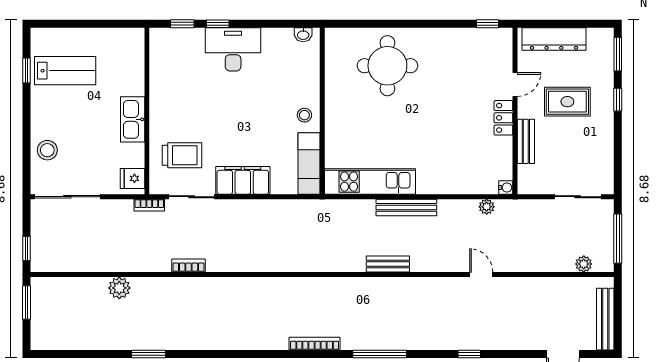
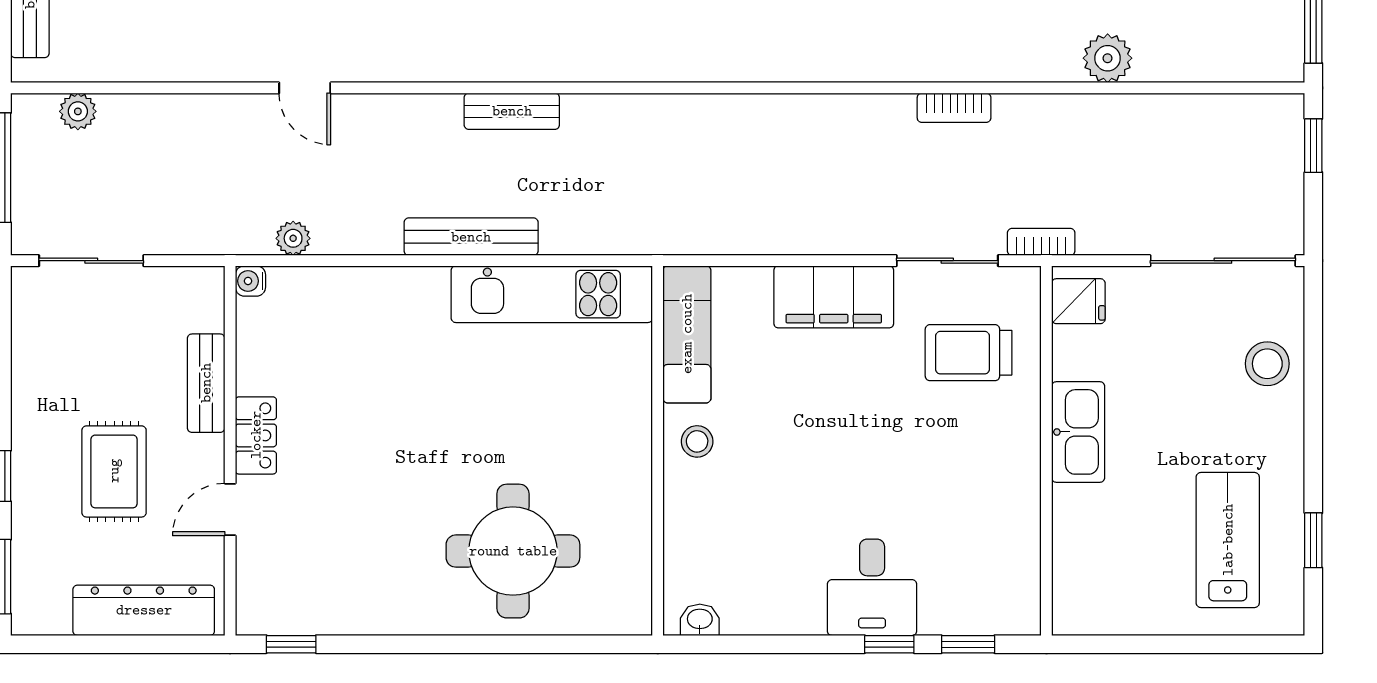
desk: (233, 49) -> (872, 587), width x0.73
lab bench: (65, 71) -> (1228, 540), turned 90
rug: (567, 102) -> (114, 471), turned 90

